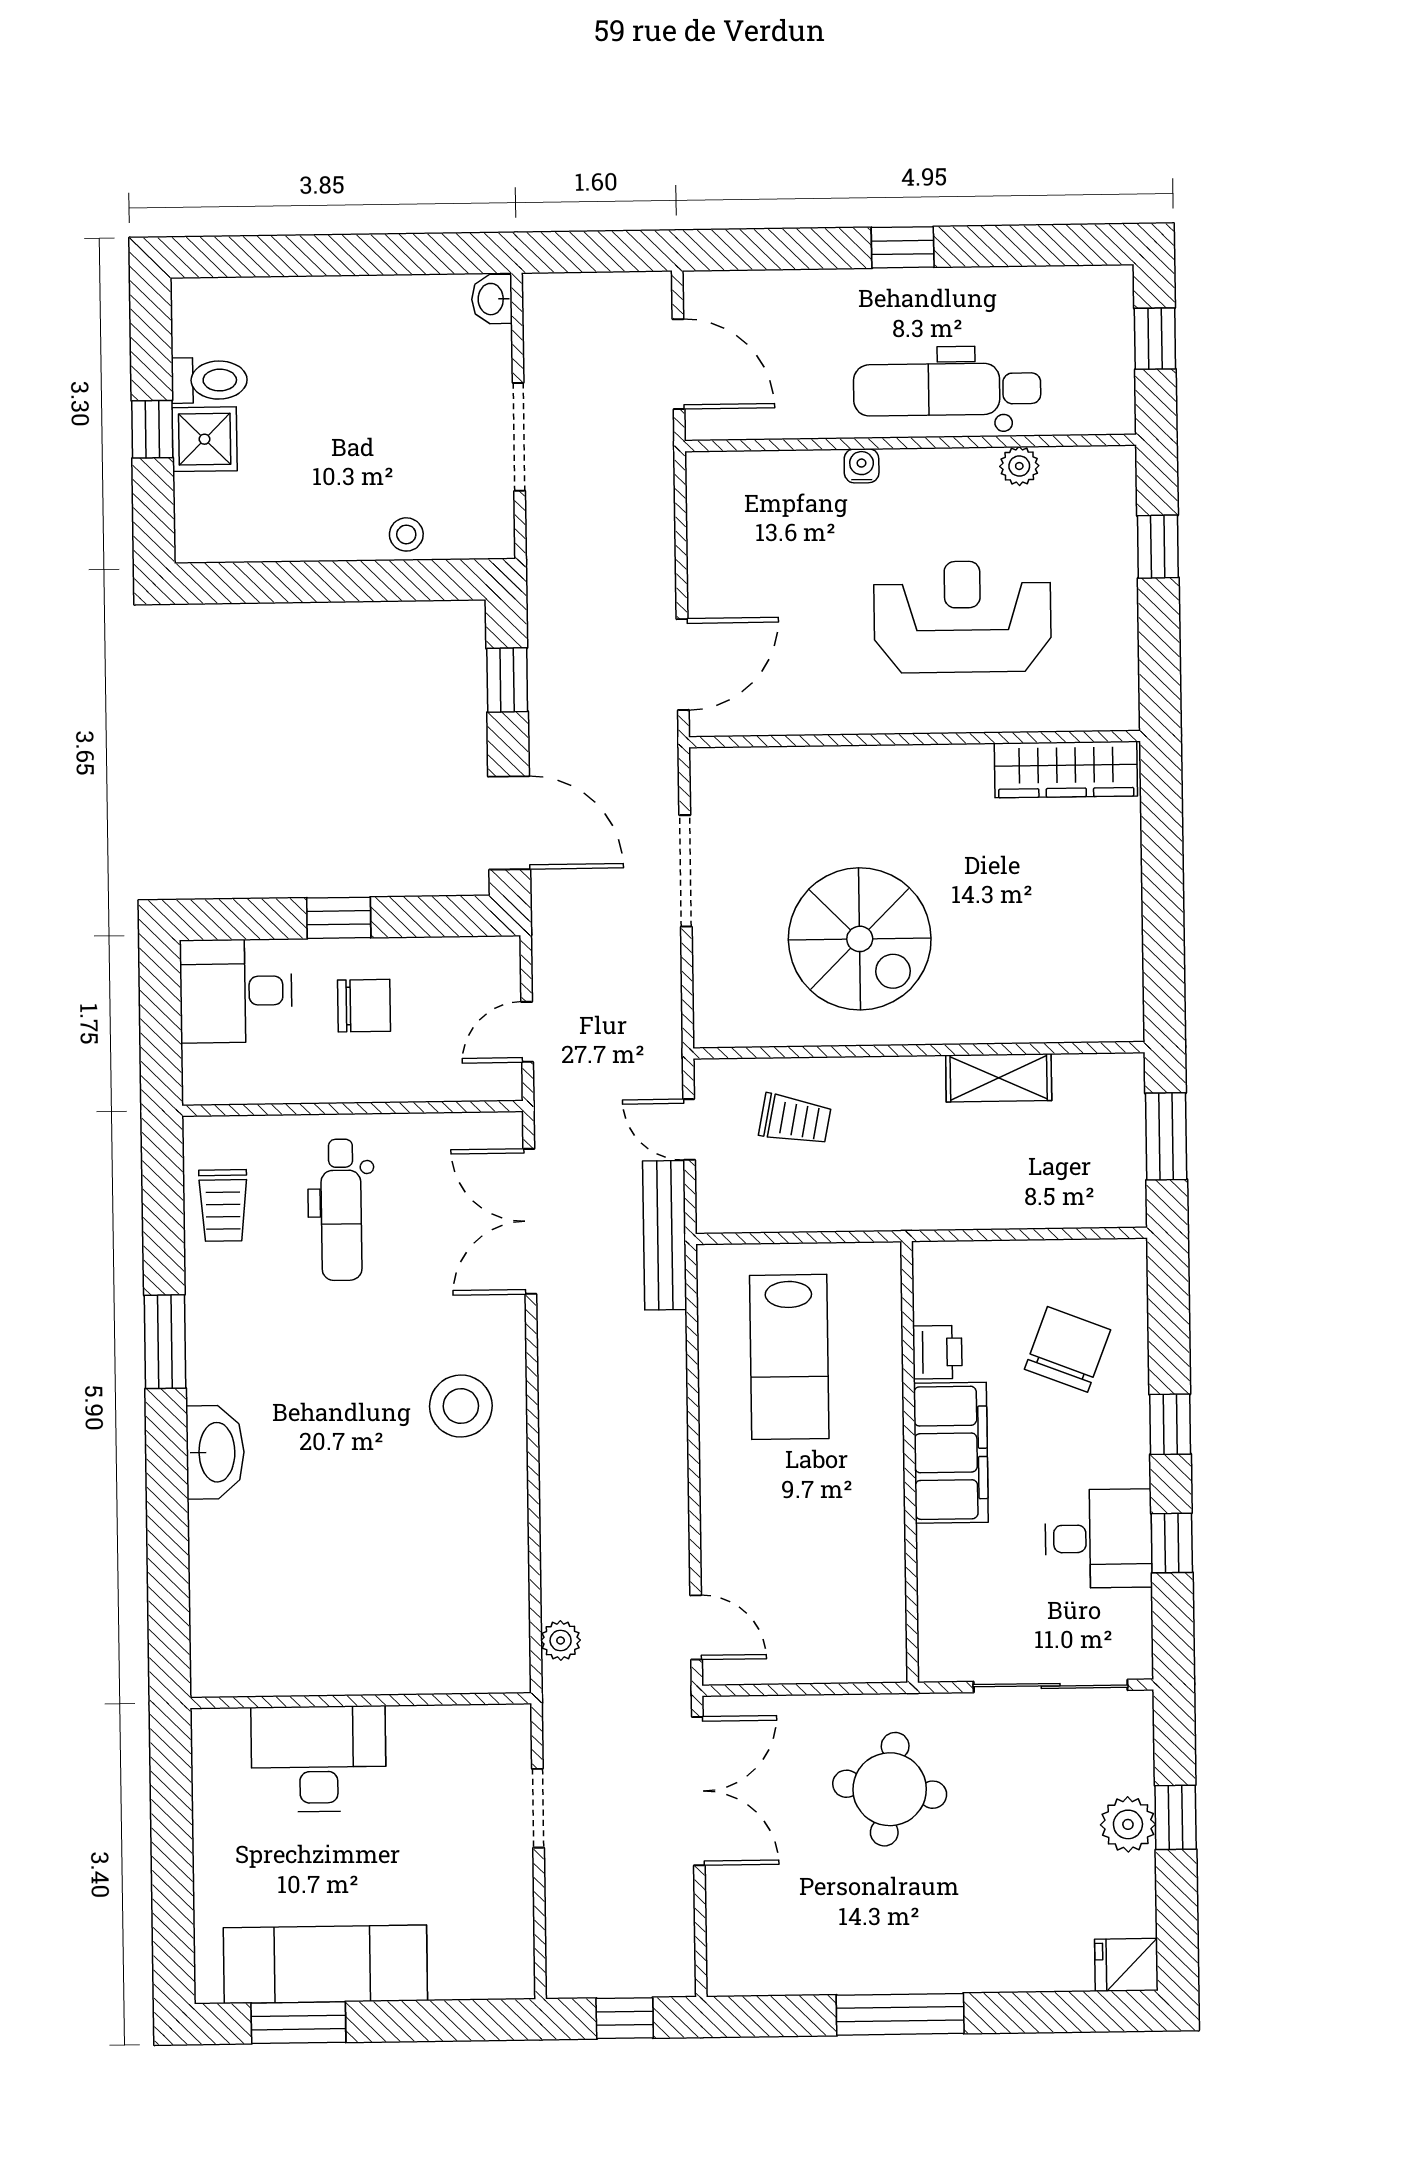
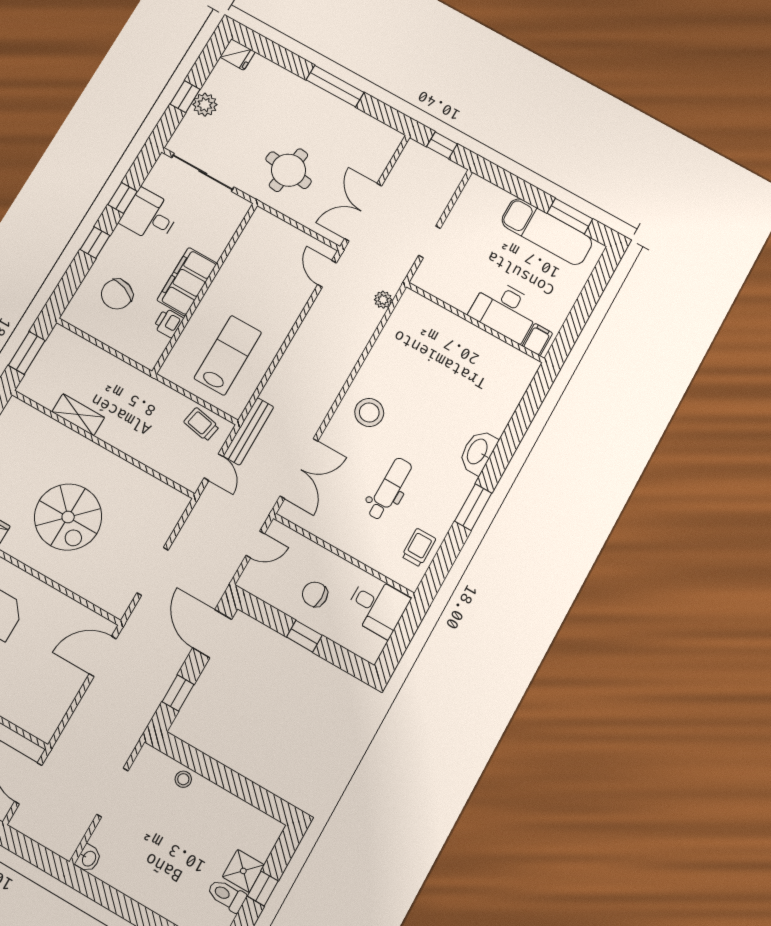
spiral stairs: (860, 939) -> (68, 517), moved, turned 180
desk: (236, 991) -> (377, 607), moved
trolley: (795, 1120) -> (201, 424), moved
dental chair: (341, 1210) -> (389, 489), moved
filing cabinet: (225, 1738) -> (537, 340), added

